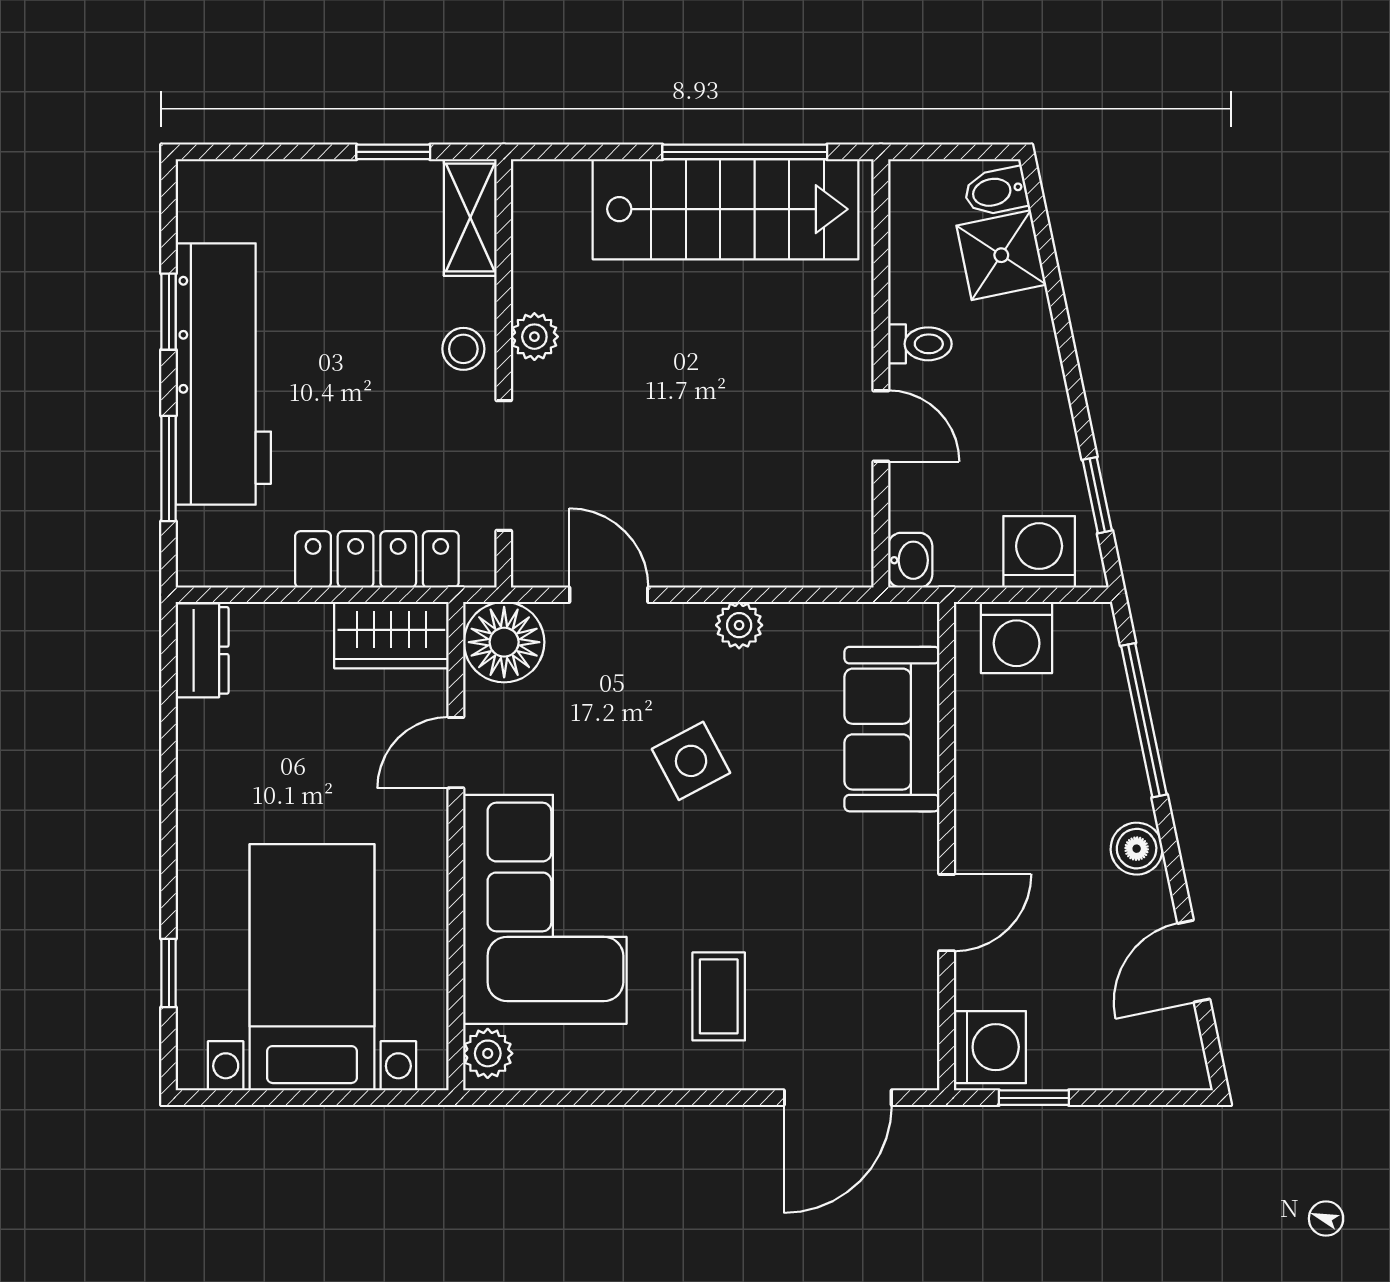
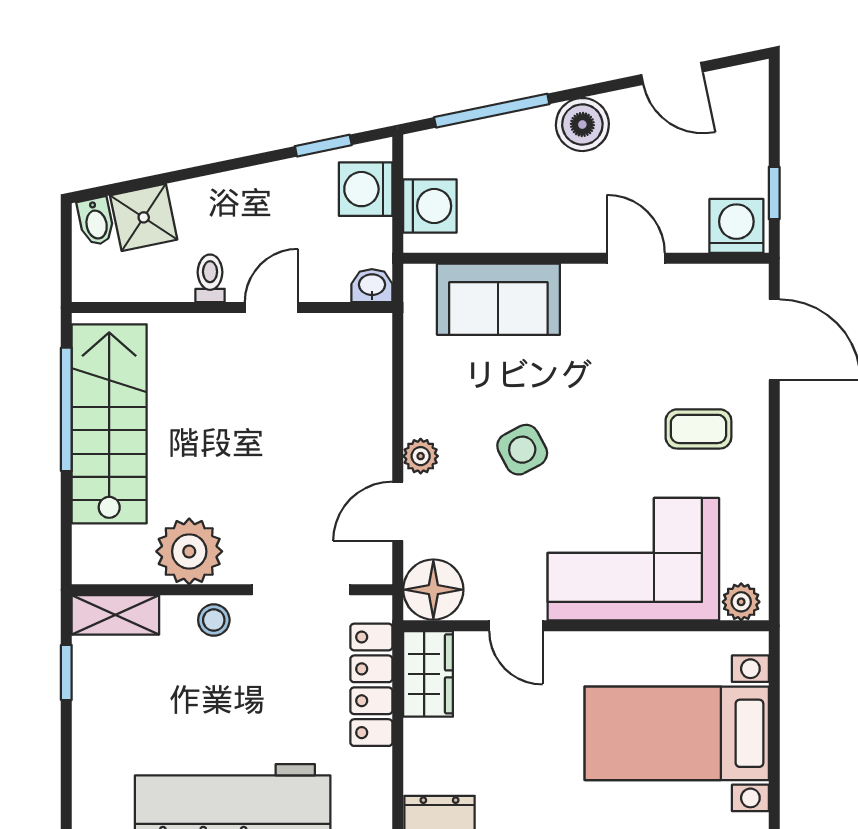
plant: (534, 337) -> (189, 551), width x1.87, depth x1.87
plant: (739, 625) -> (421, 456), moved
boiler: (1137, 849) -> (582, 125), width x1.36, depth x1.36

